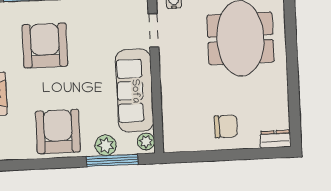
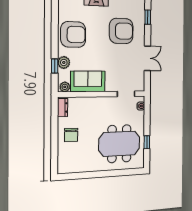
sofa: (135, 91) -> (88, 81), width x0.73
dresser: (275, 139) -> (63, 108), moved
window: (112, 160) -> (55, 66), width x0.46

